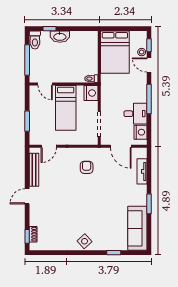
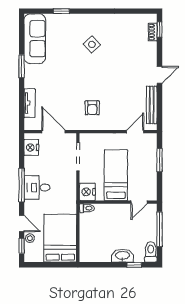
door: (45, 84) -> (139, 202), swing flipped
desk: (135, 114) -> (37, 187), moved
side table: (85, 241) -> (92, 44), moved

